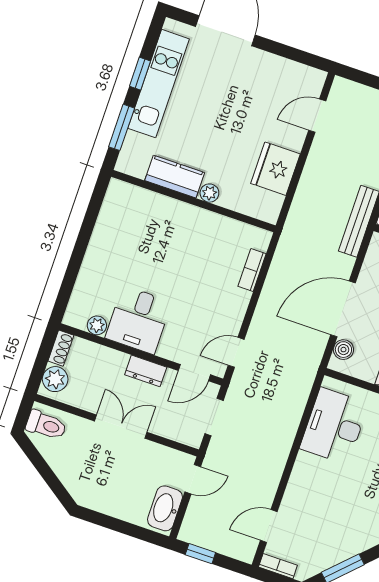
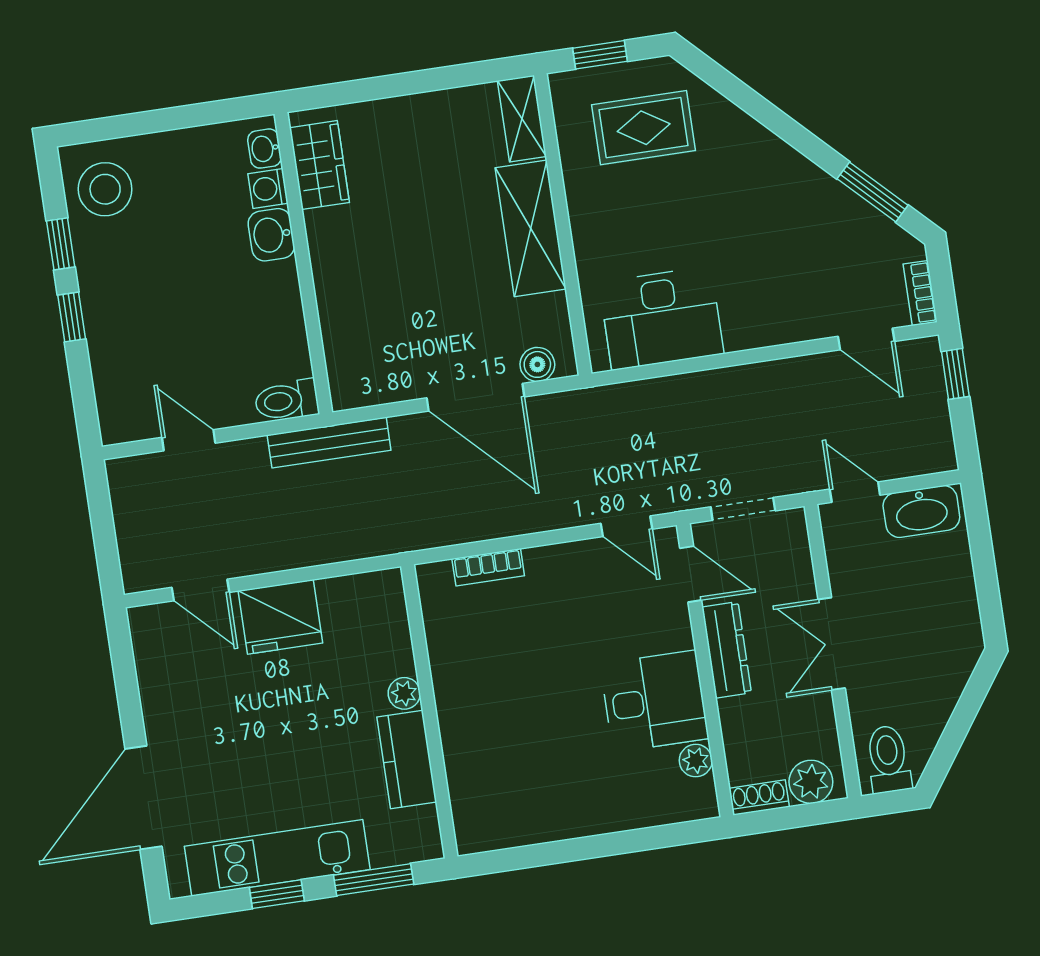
fridge: (275, 169) -> (280, 617), moved
dresser: (146, 371) -> (727, 650), width x1.44
window: (200, 554) -> (955, 374), moved

